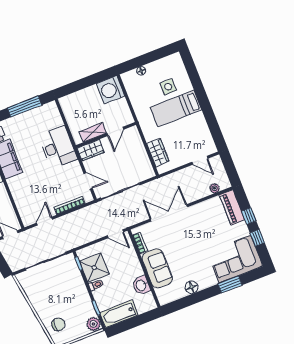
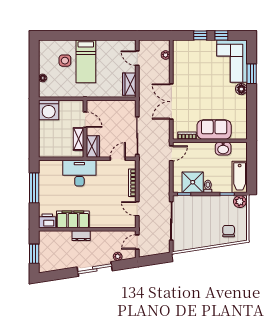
wardrobe: (158, 152) -> (129, 84), moved, turned -90
door: (200, 160) -> (137, 58), swing flipped
piano: (232, 207) -> (187, 47), removed
floor lamp: (192, 287) -> (241, 89), moved

